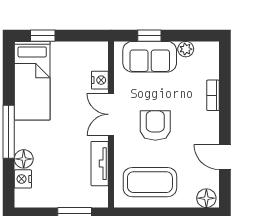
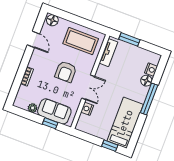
tv unit: (100, 164) -> (108, 53), moved

